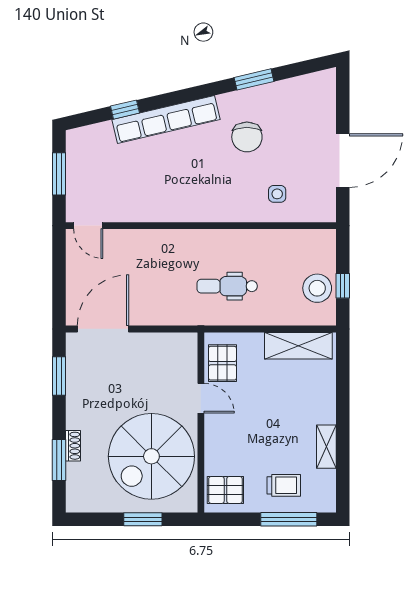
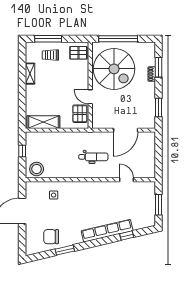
chair: (247, 137) -> (51, 237), moved, turned -90
door: (88, 226) -> (126, 180), moved
dental chair: (227, 286) -> (93, 157), moved
stool: (317, 288) -> (37, 169), moved
door: (103, 329) -> (126, 130), moved
spiral stairs: (151, 456) -> (114, 69), turned 90
window: (143, 519) -> (118, 39), width x2.11

